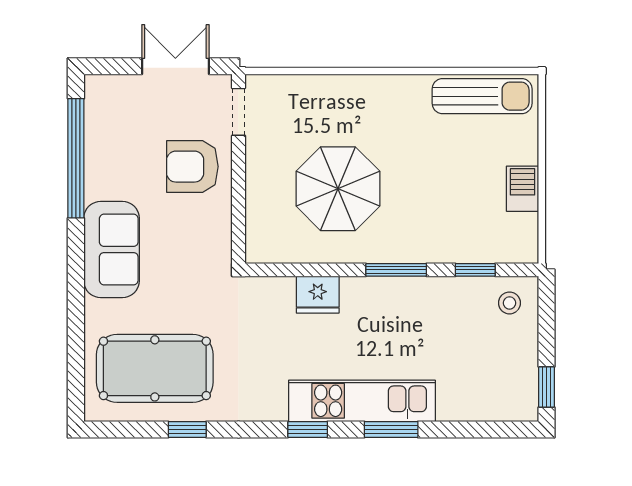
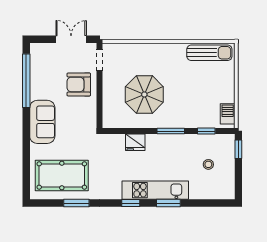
barbecue: (523, 189) -> (228, 114), moved
stool: (509, 303) -> (208, 164), moved
window: (547, 387) -> (238, 149), moved
window: (187, 429) -> (76, 203), width x1.50

